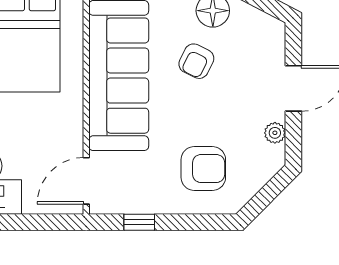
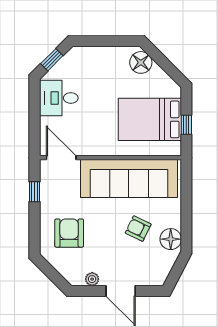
armchair: (203, 169) -> (69, 233), turned 180

